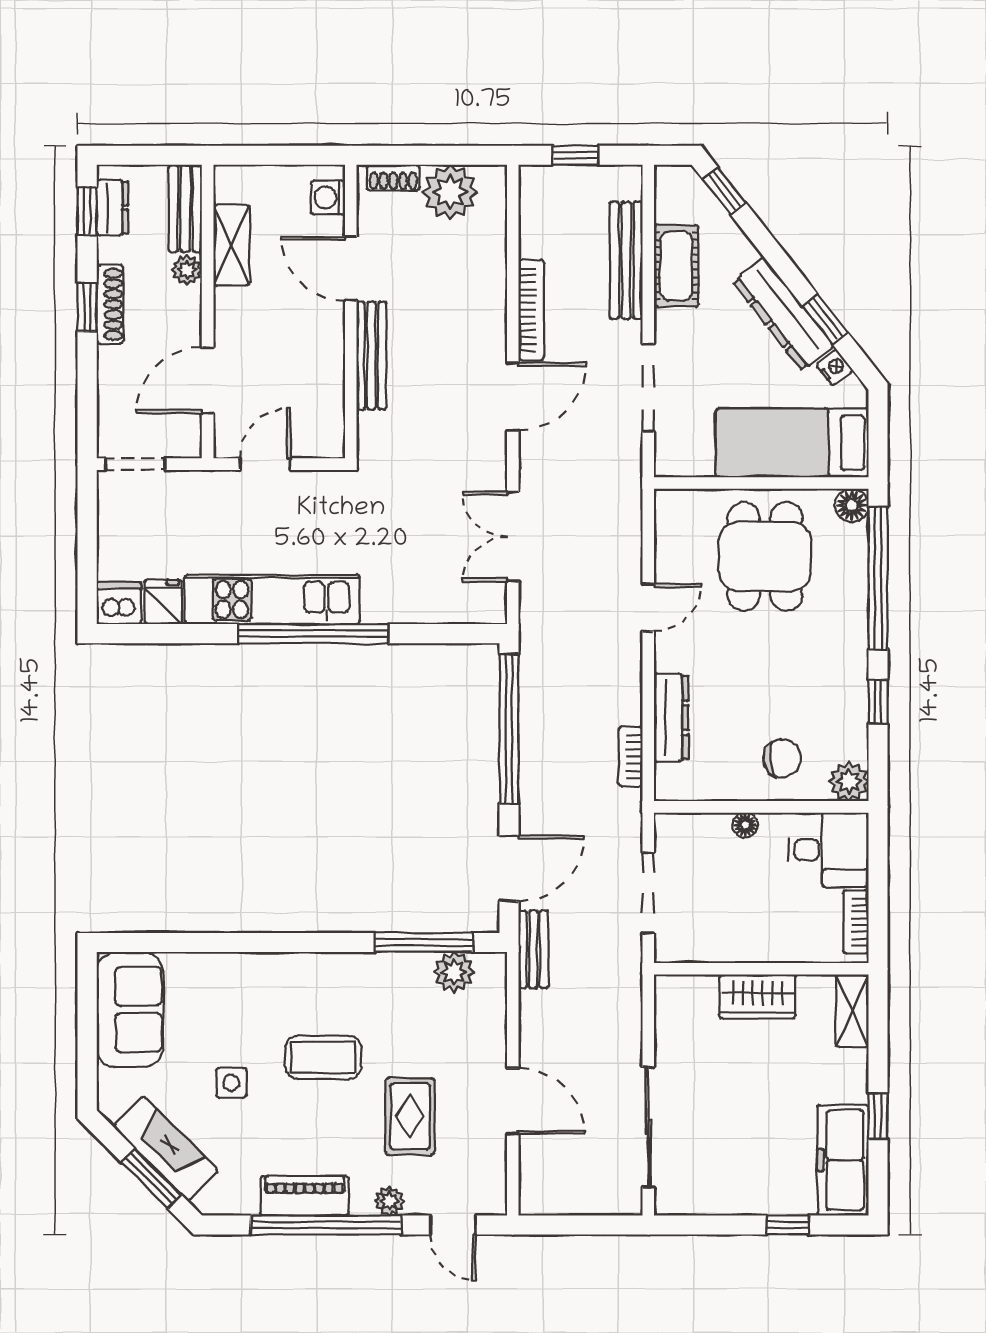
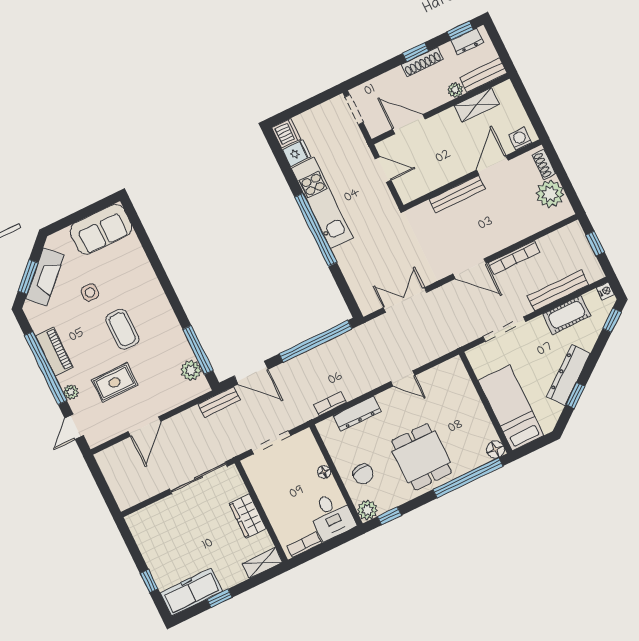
nightstand: (834, 368) -> (605, 291), moved, turned -52
dining table: (765, 556) -> (421, 457), moved, turned 90
window: (878, 702) -> (389, 516), moved
sliding door: (648, 1127) -> (198, 478), moved

